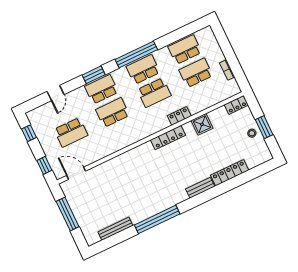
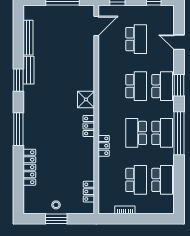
locker: (236, 105) -> (89, 192), moved
shower: (202, 124) -> (86, 99), moved
school desk: (71, 132) -> (136, 39), turned 180
locker: (168, 138) -> (89, 126), width x0.66
bench: (200, 188) -> (29, 70), moved
window: (201, 199) -> (18, 129), added
window: (157, 219) -> (18, 80), width x0.47

